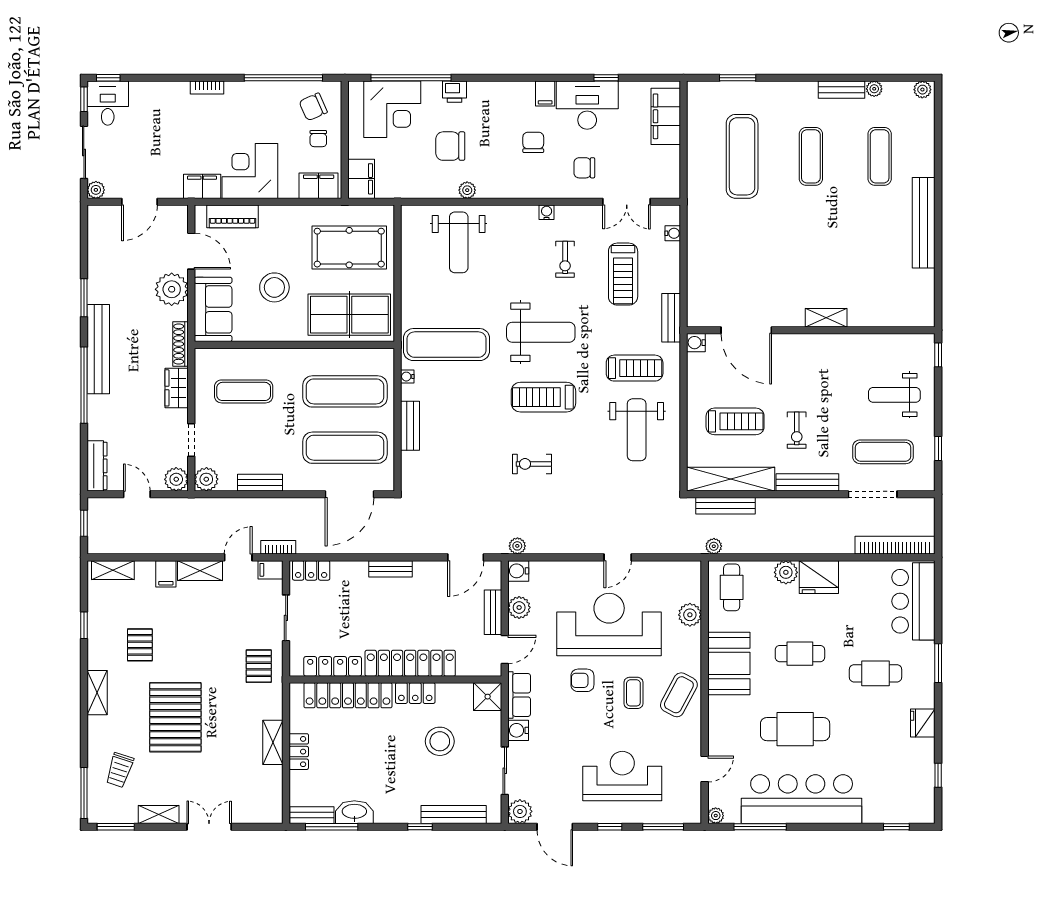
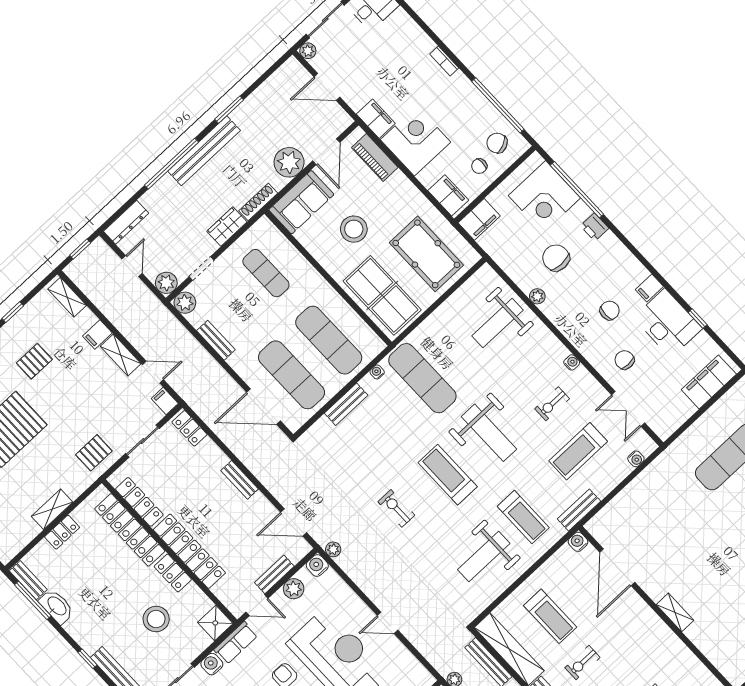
bookcase: (278, 547) -> (184, 392), removed

